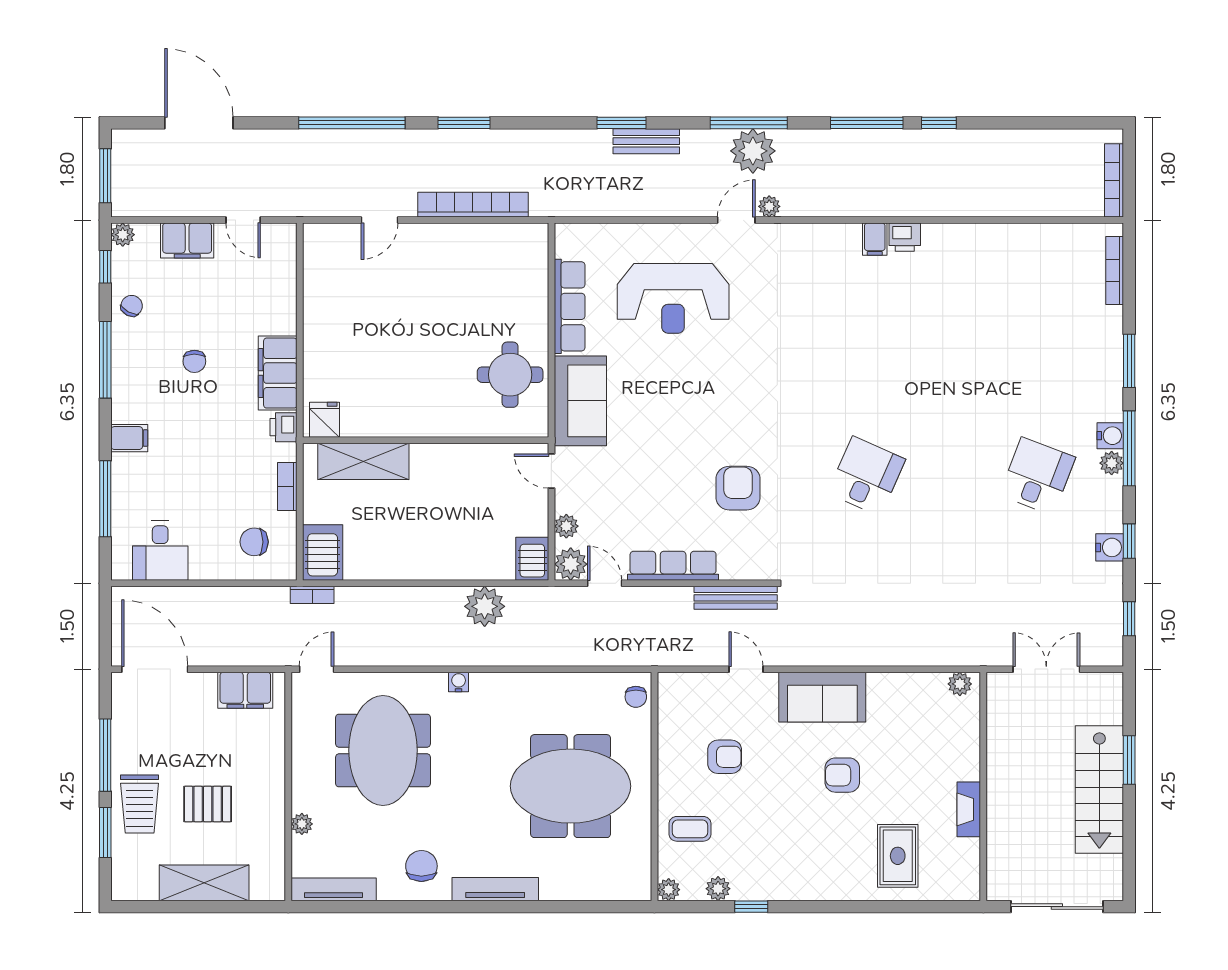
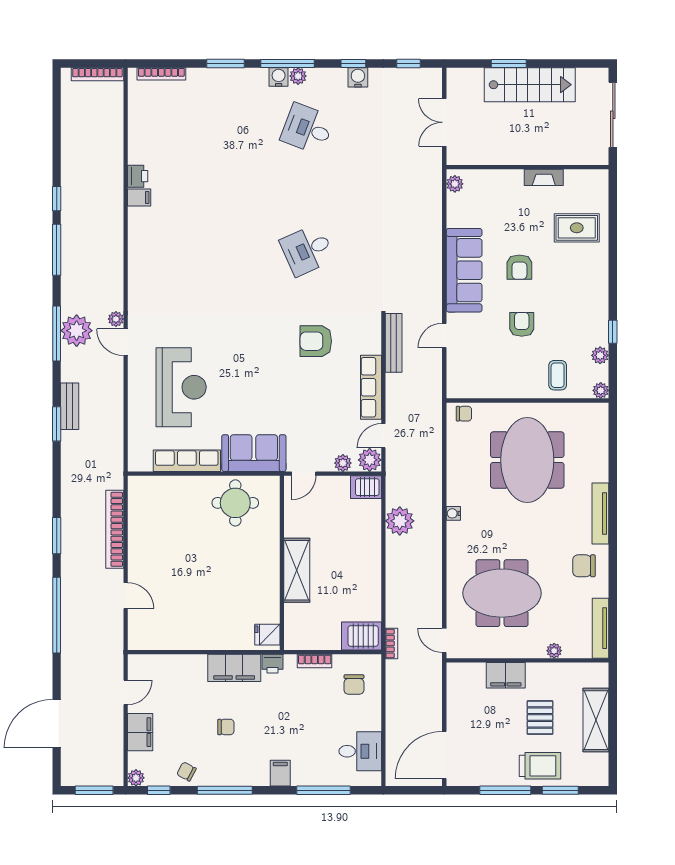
printer: (905, 237) -> (138, 176), moved
filing cabinet: (875, 239) -> (139, 198), moved
shelving: (363, 461) -> (297, 570), moved
desk: (866, 476) -> (307, 250), turned -48
water cooler: (459, 682) -> (453, 513), moved
filing cabinet: (245, 690) -> (506, 675), moved, turned 90
sofa: (822, 697) -> (464, 270), width x1.36
armchair: (725, 757) -> (522, 324), moved

